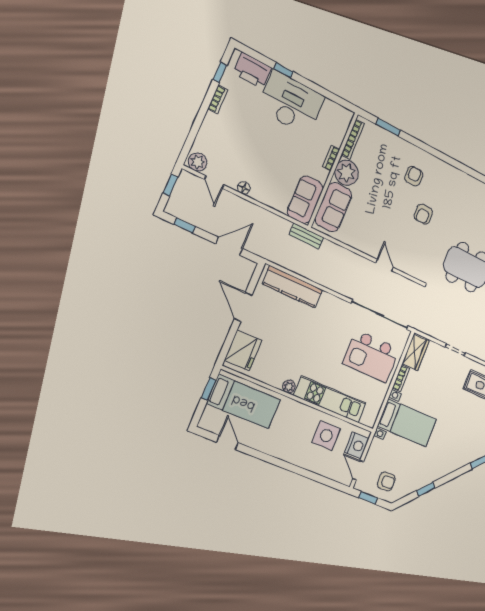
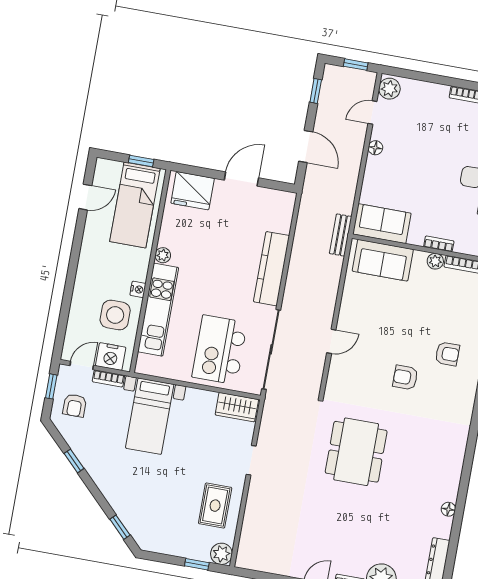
plant: (347, 173) -> (435, 261), width x0.53, depth x0.53
kitchen counter: (292, 287) -> (272, 269), moved
bookcase: (401, 378) -> (108, 379), moved
nightstand: (311, 413) -> (138, 289), added

